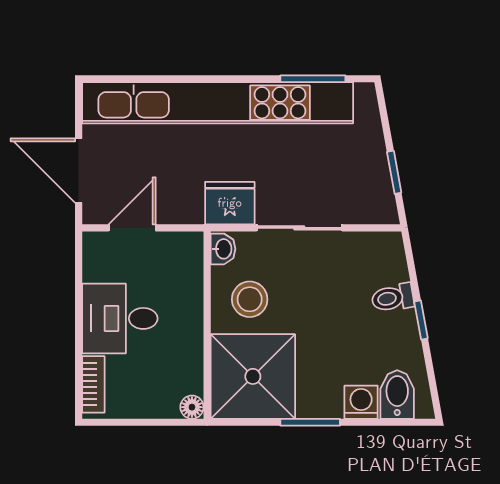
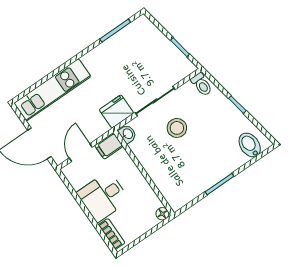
kitchen unit: (218, 103) -> (52, 90), width x0.54
filing cabinet: (182, 247) -> (109, 146), added
toilet: (393, 298) -> (202, 85), moved, turned -80
stool: (250, 299) -> (177, 128), moved
shower: (253, 376) -> (180, 181), removed
washing machine: (361, 402) -> (236, 160), removed

